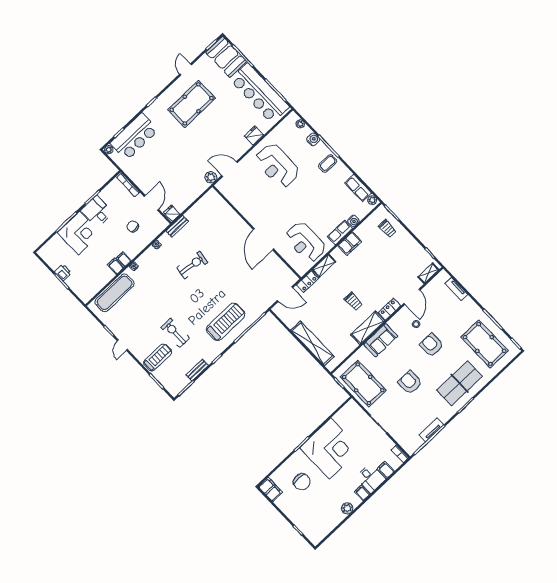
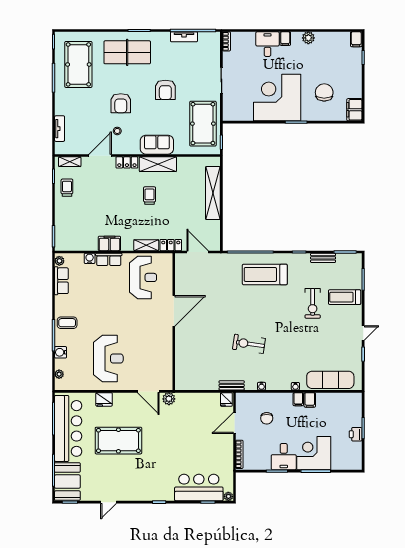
pool table: (192, 104) -> (118, 441), moved
trolley: (387, 228) -> (67, 188), moved
filing cabinet: (386, 470) -> (356, 39), moved

